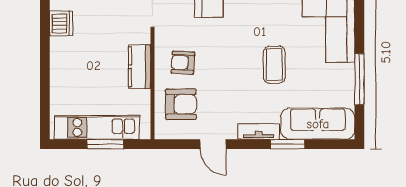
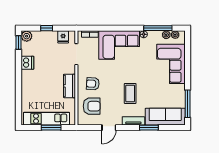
coffee table: (274, 65) -> (130, 93), moved
window: (359, 79) -> (188, 104), moved
door: (213, 144) -> (109, 128), hinge flipped

